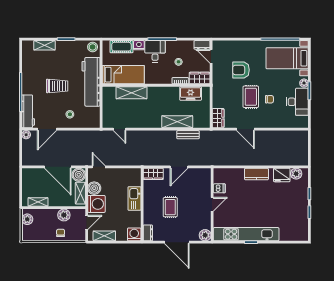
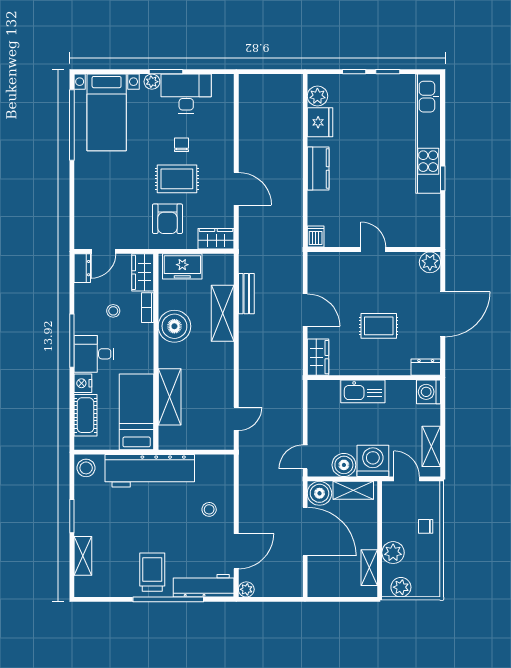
armchair: (241, 70) -> (167, 219), moved
trolley: (57, 86) -> (152, 572), moved
freezer: (191, 93) -> (182, 266), moved, turned 90
boiler: (170, 95) -> (174, 326), added
door: (47, 129) -> (236, 551), hinge flipped
door: (245, 129) -> (236, 189), hinge flipped
door: (58, 167) -> (305, 532), hinge flipped
dishwasher: (219, 188) -> (316, 237), moved
plant: (64, 215) -> (393, 553), moved
kitchen unit: (246, 234) -> (428, 134), moved

